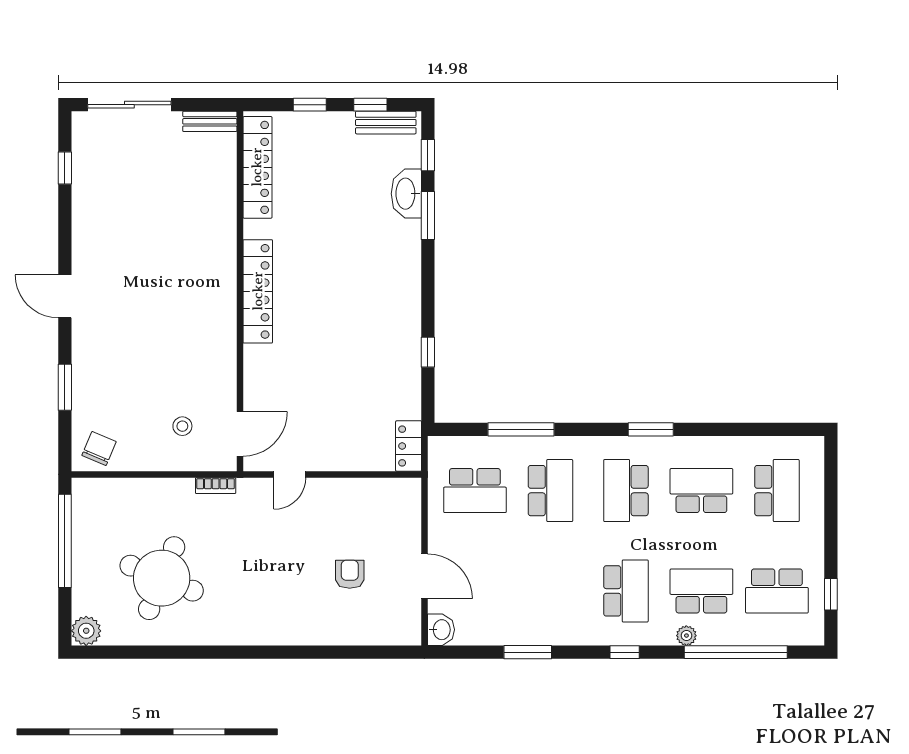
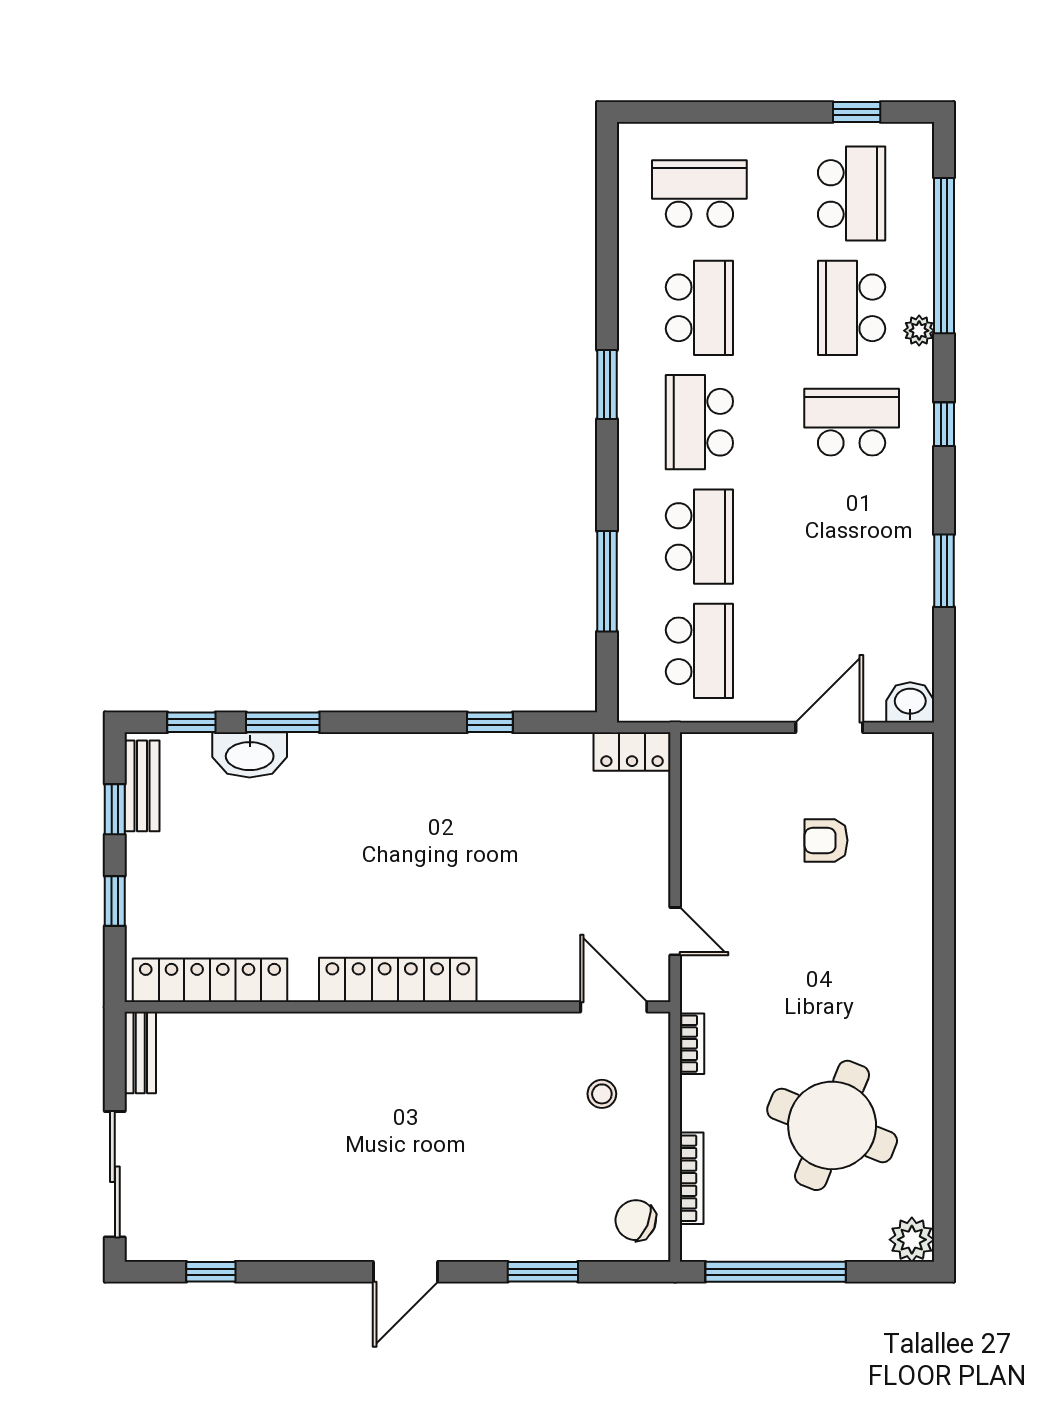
bookcase: (127, 485) -> (692, 1178), added
school desk: (550, 491) -> (699, 537), turned 90
school desk: (626, 491) -> (699, 422), turned 90
school desk: (701, 491) -> (699, 308), turned 180

